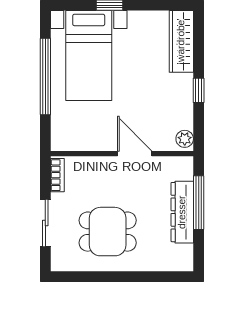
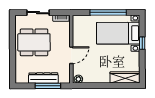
window: (199, 90) -> (102, 86), removed
dining table: (108, 232) -> (34, 42), width x1.38

